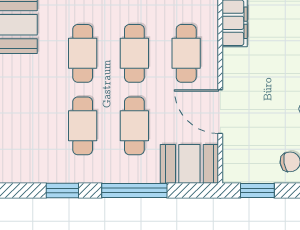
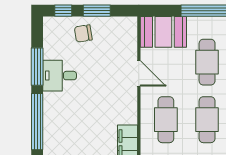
door: (220, 112) -> (139, 73), width x0.73
window: (257, 190) -> (97, 11), moved

